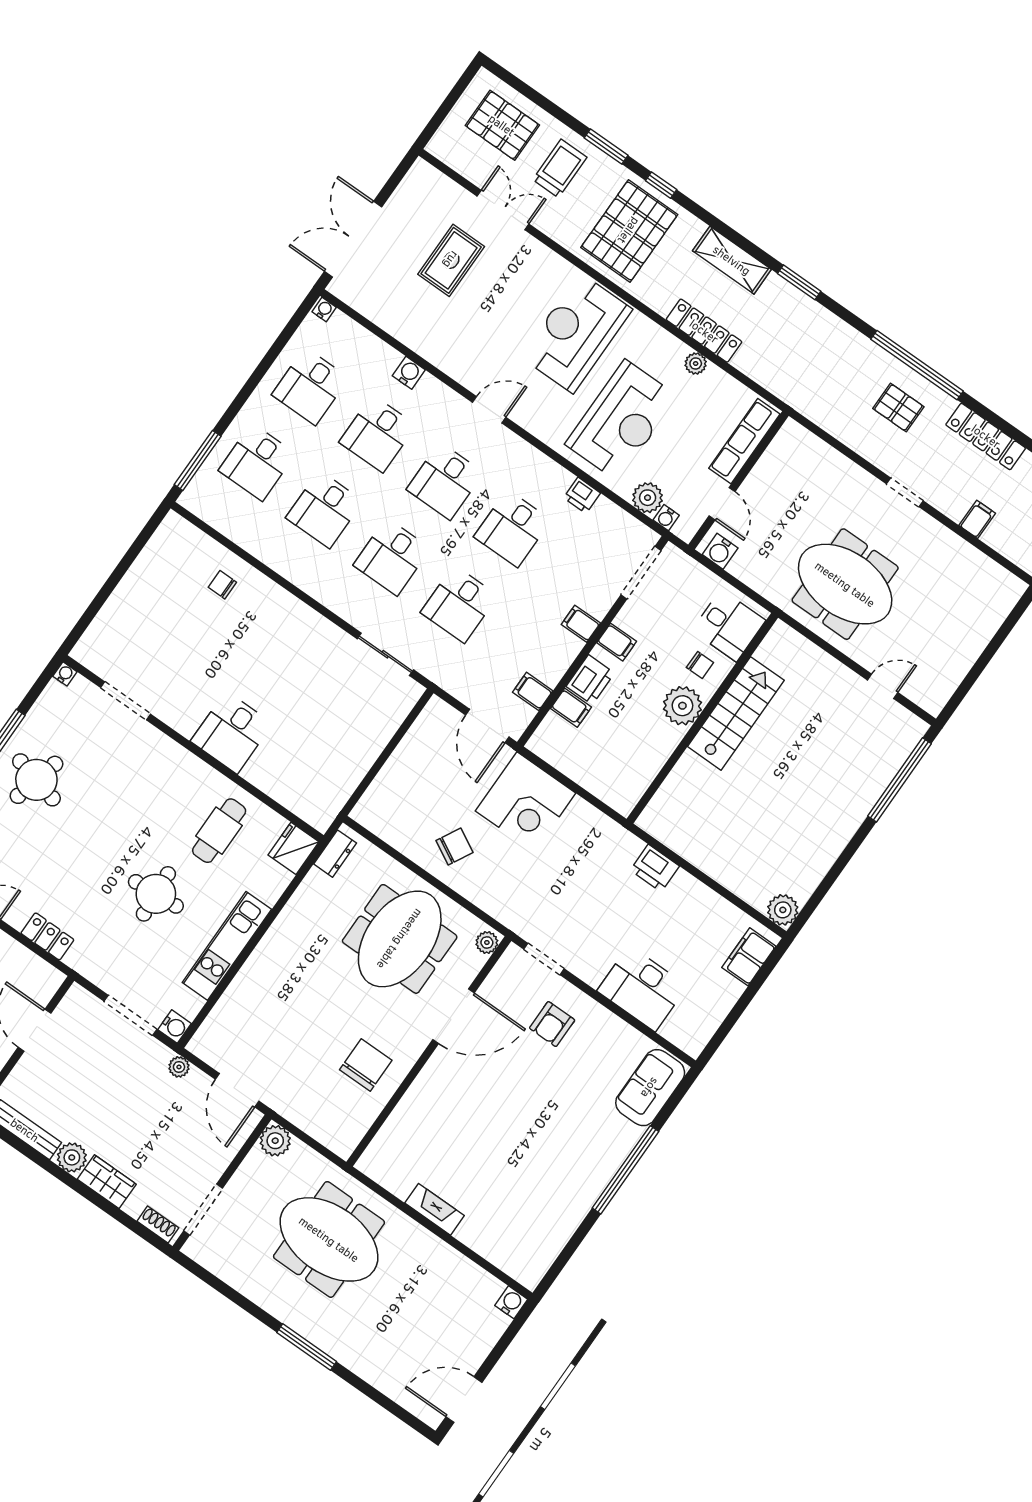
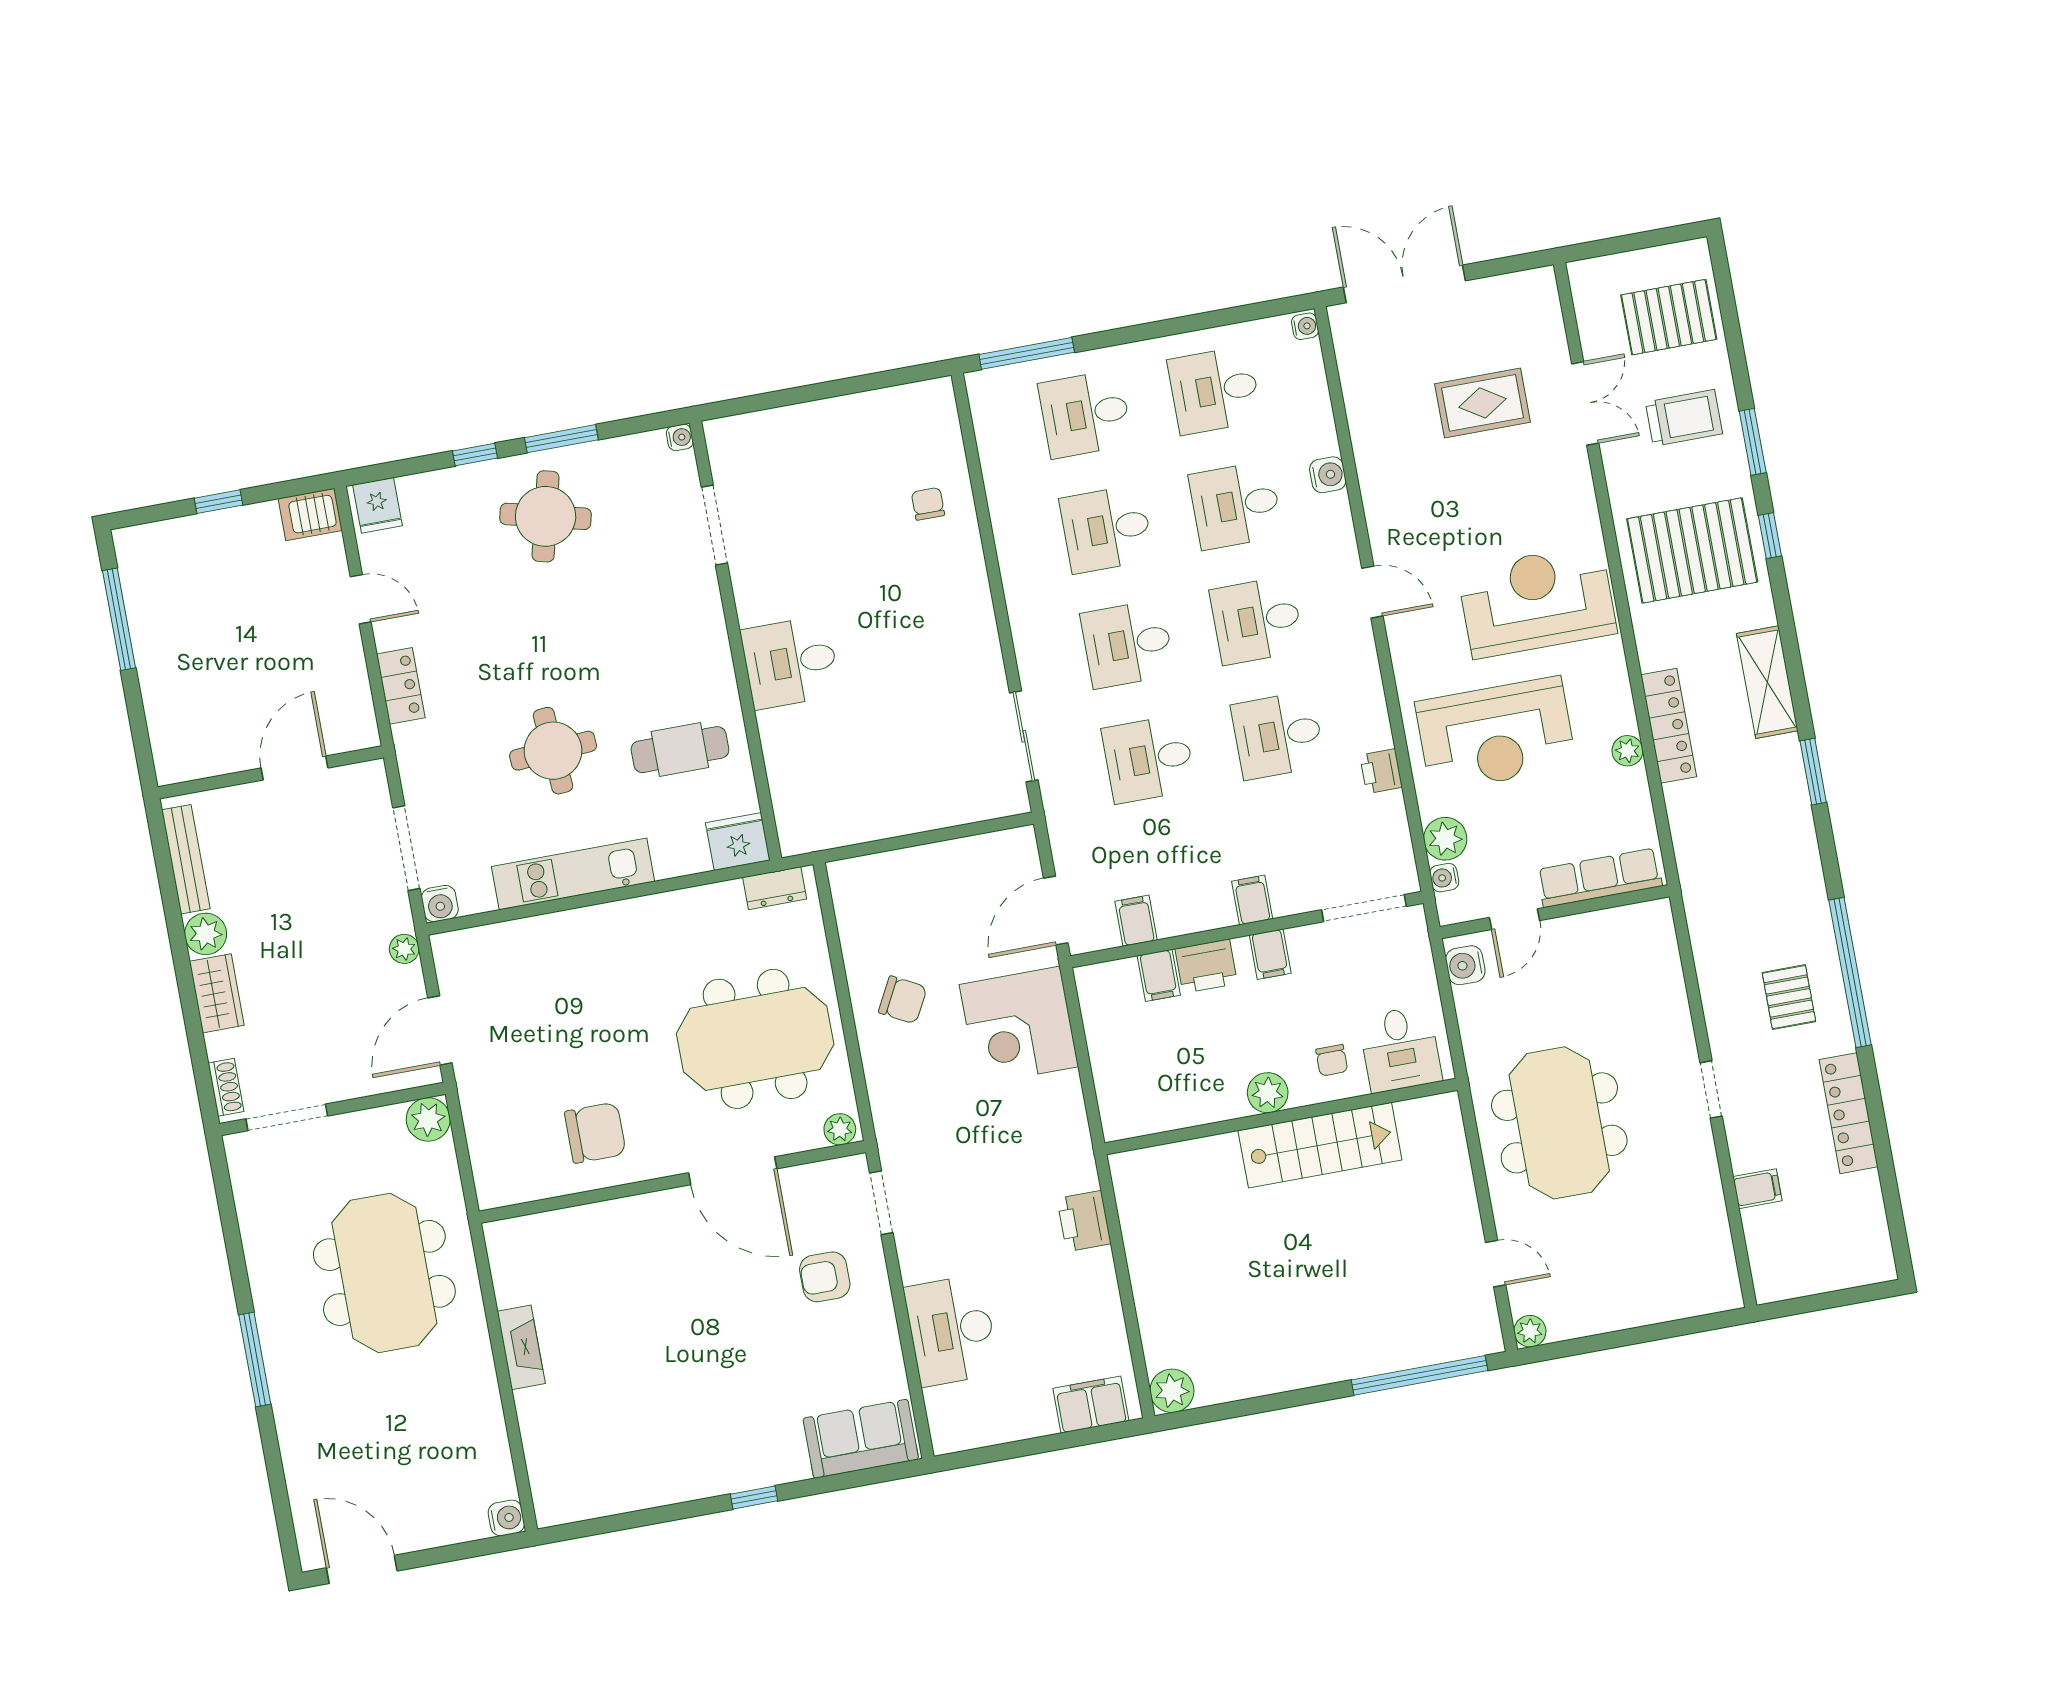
pallet: (502, 125) -> (1669, 317), turned 90
plant: (933, 703) -> (1530, 1331), added
plant: (682, 706) -> (1268, 1093), width x0.73, depth x0.73
window: (625, 1170) -> (754, 1497), width x0.32

